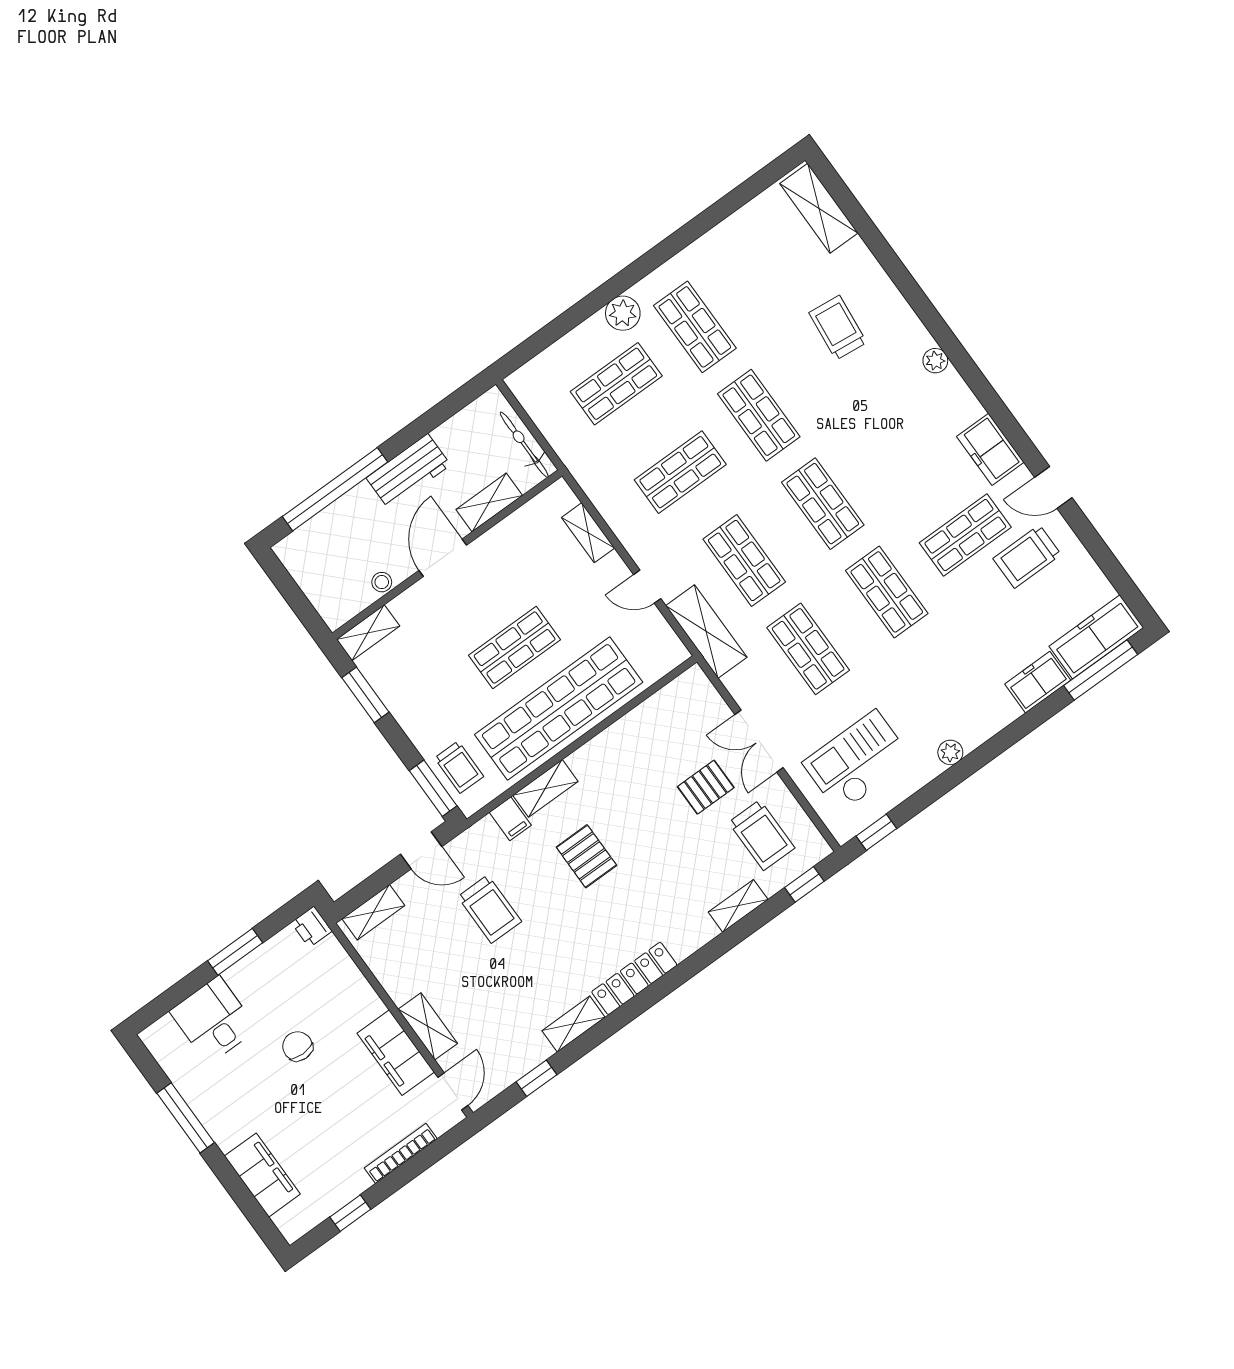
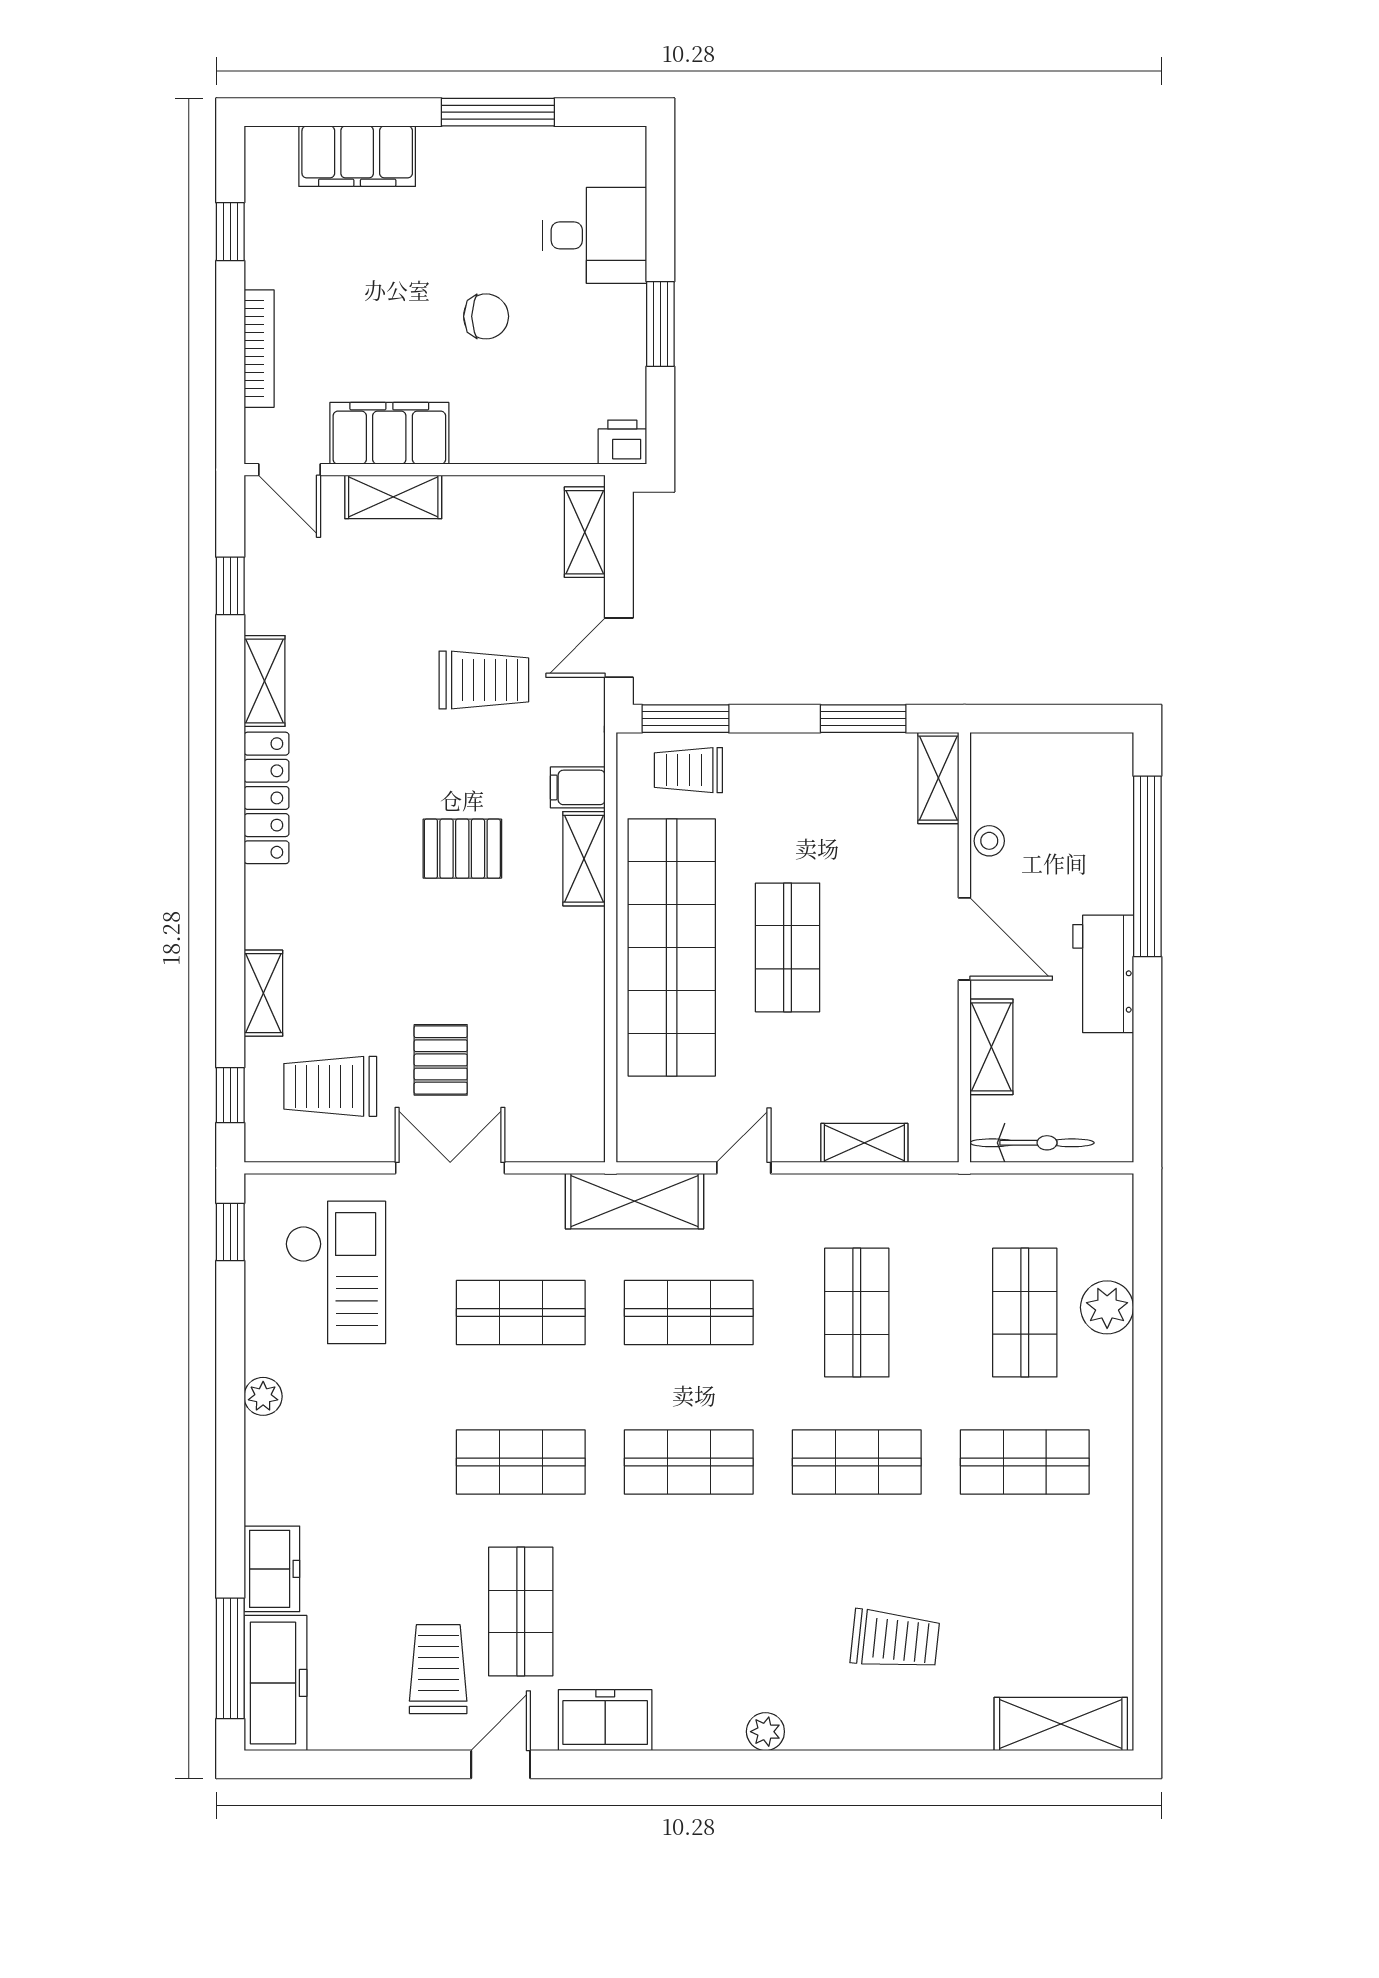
plant: (623, 313) -> (1107, 1307), moved
trolley: (490, 909) -> (484, 680), turned 180

